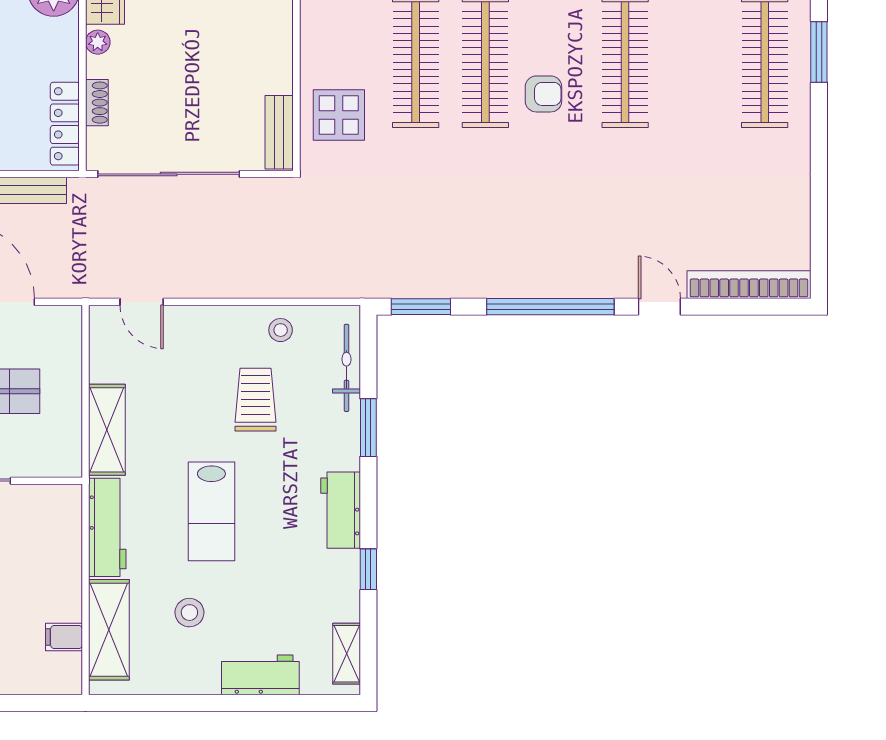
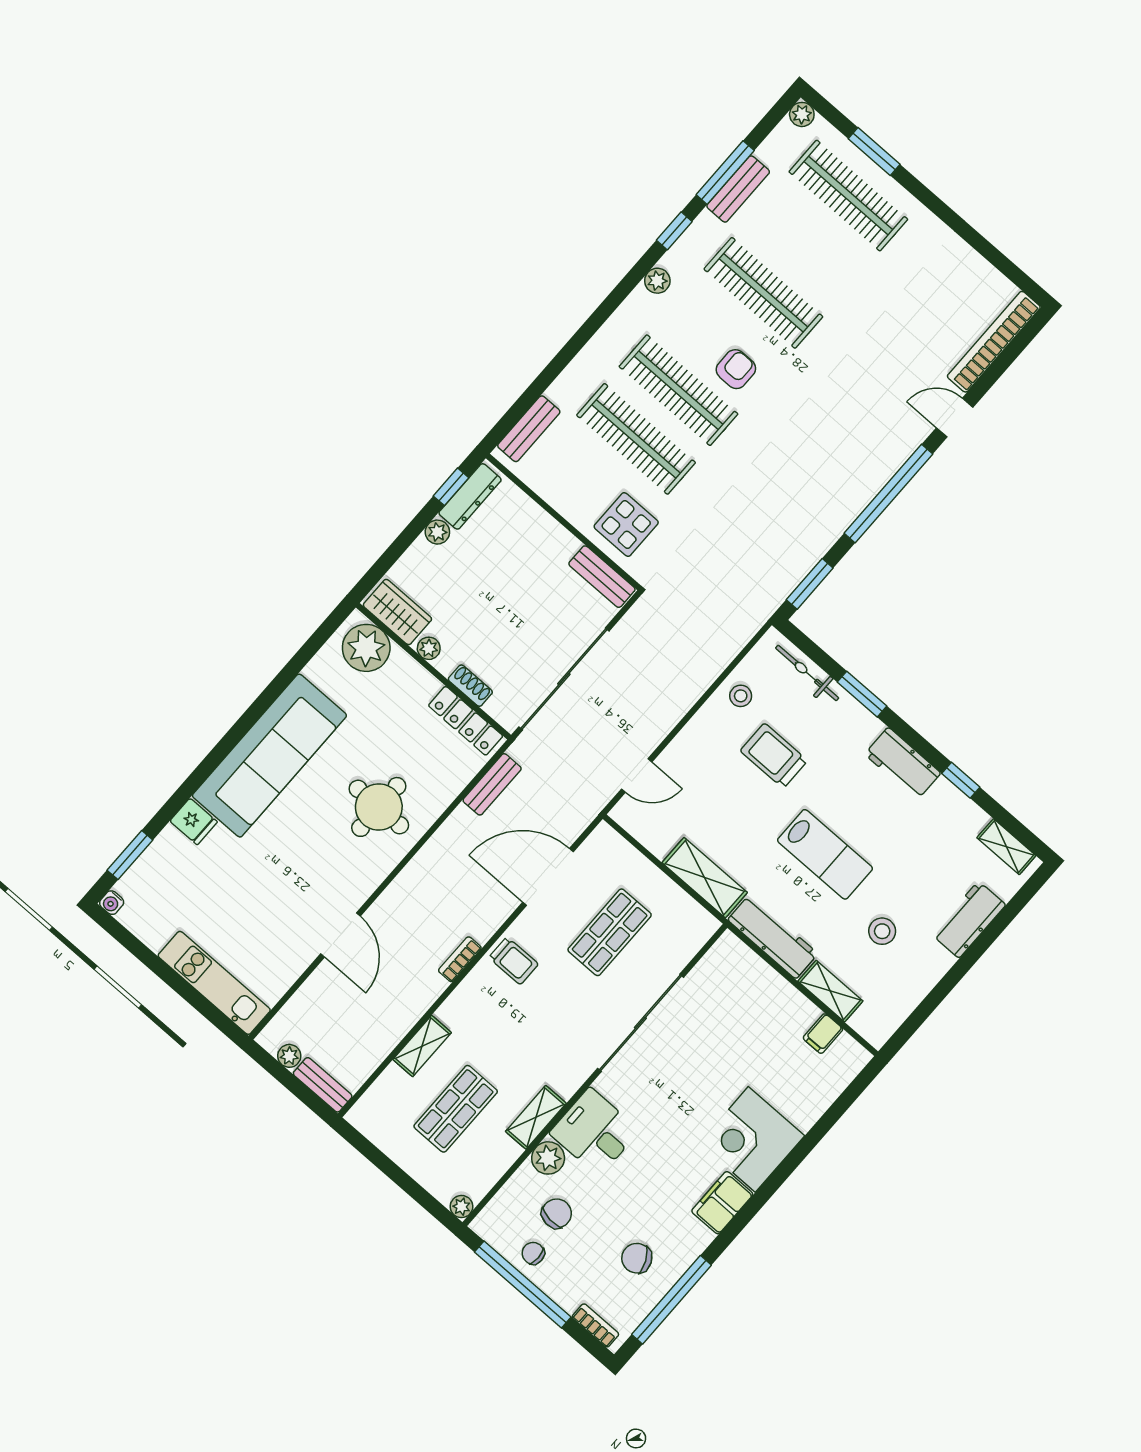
shelving: (109, 630) -> (830, 991), width x0.67, depth x0.75

